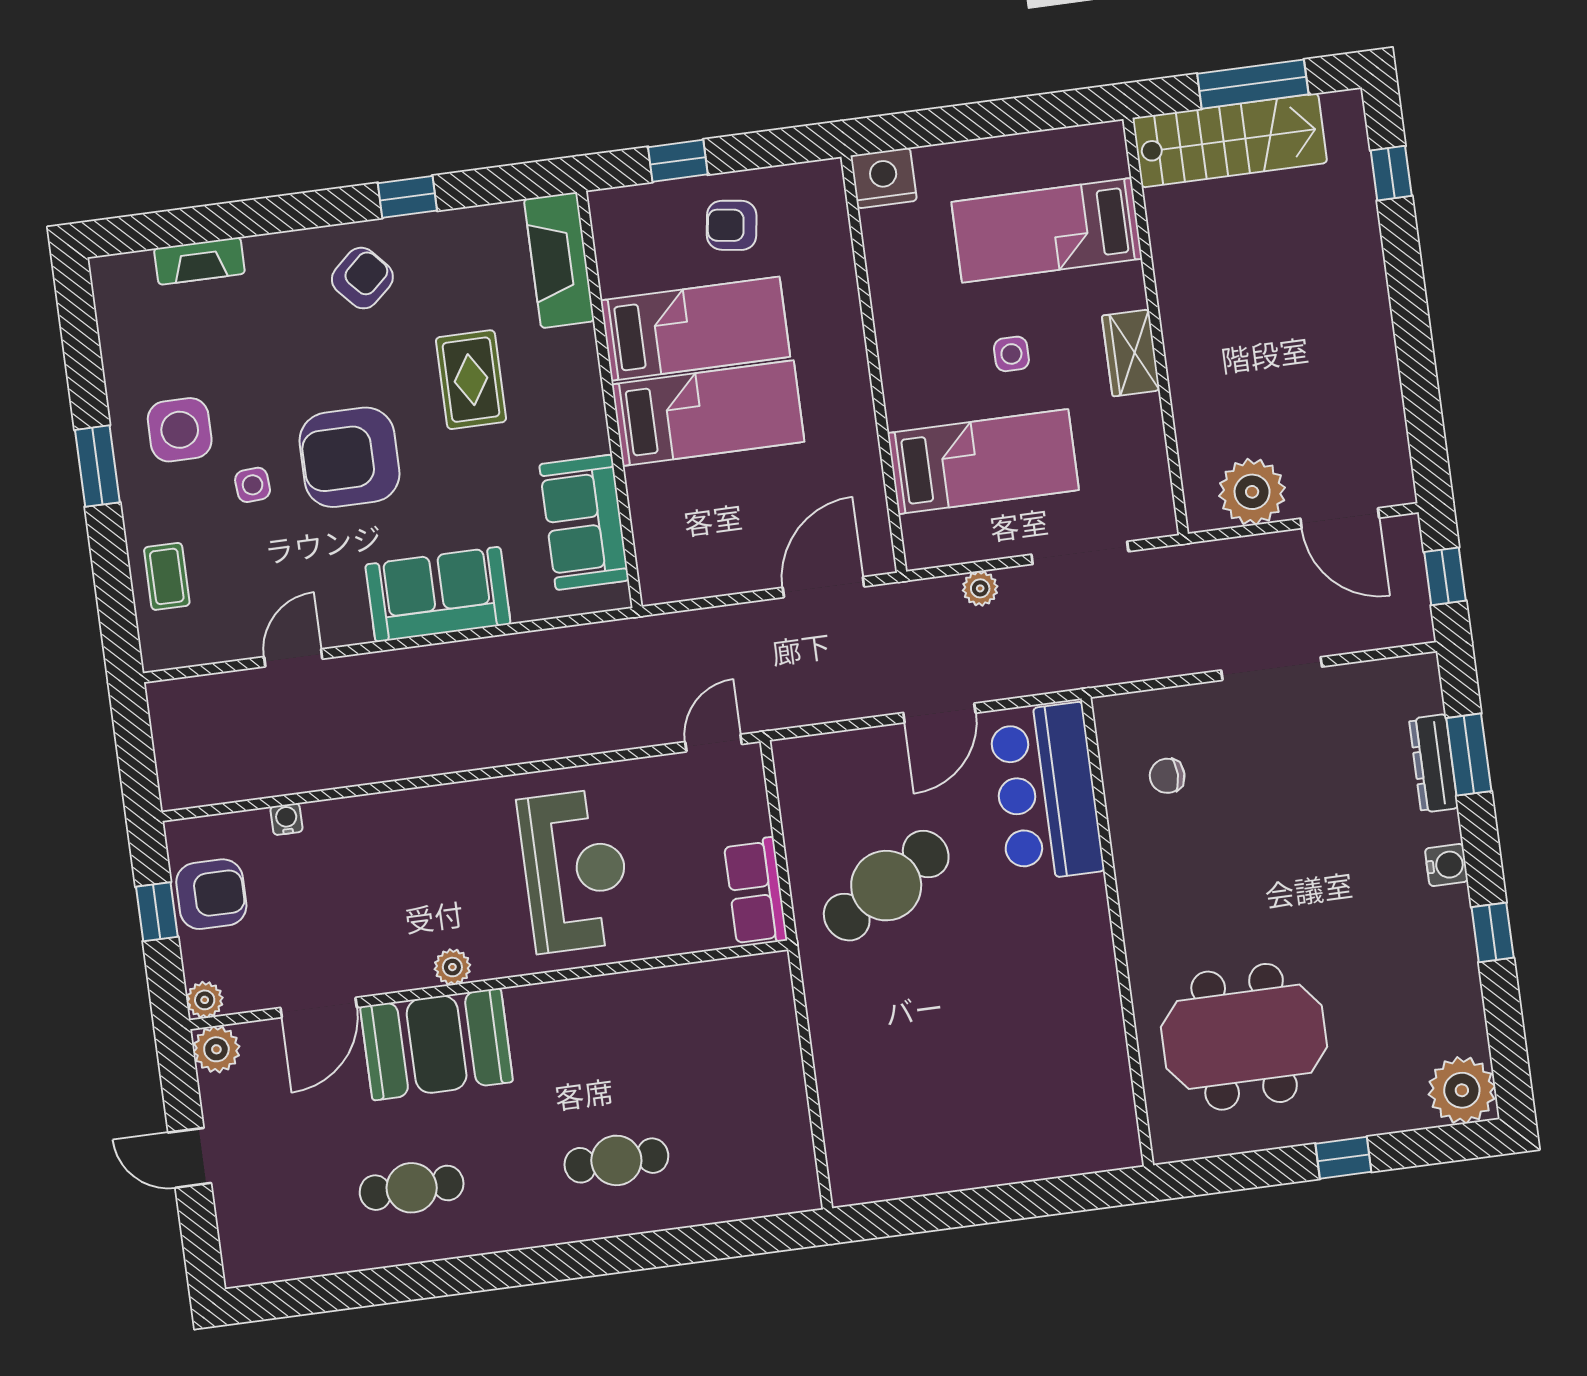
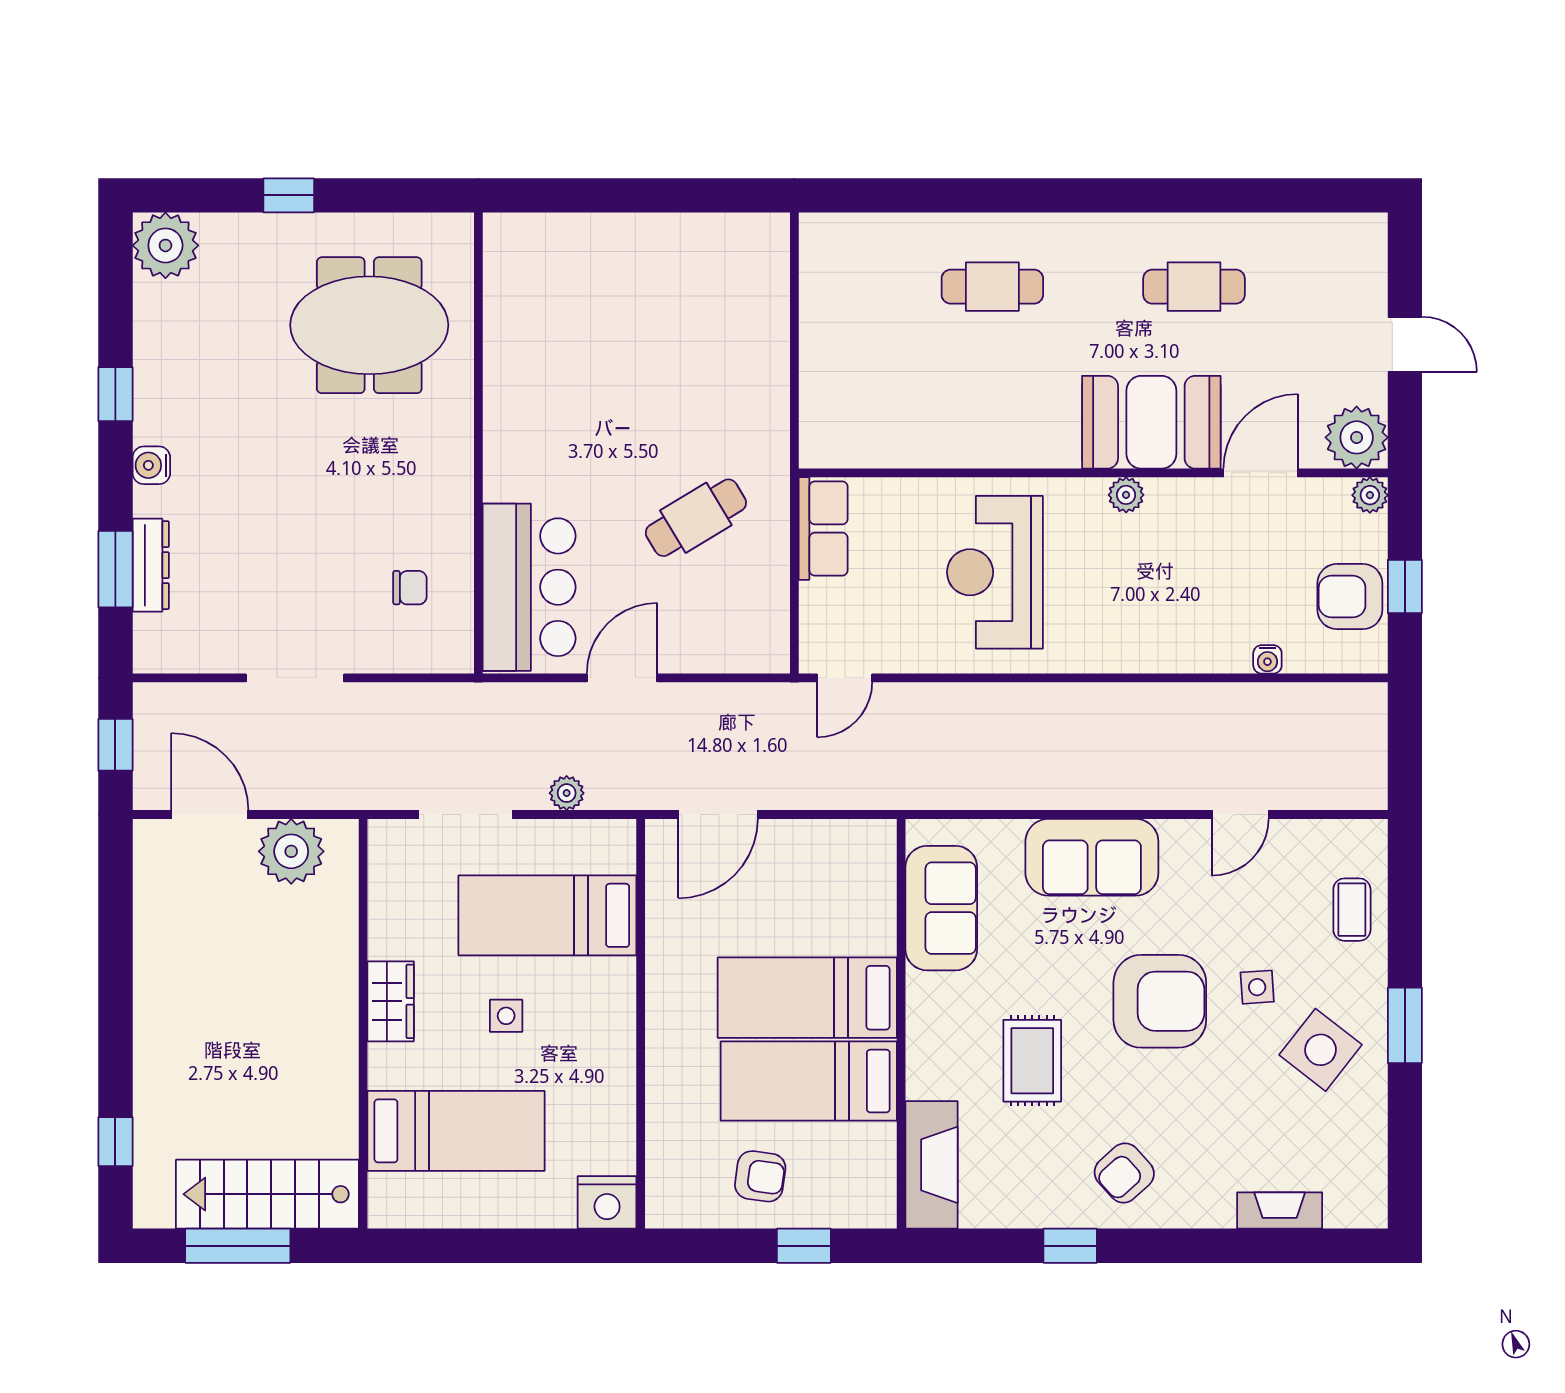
side table: (180, 430) -> (1321, 1050), turned 38
cafe table: (886, 886) -> (696, 518), width x0.73, depth x0.74
plant: (216, 1049) -> (1357, 437), width x1.36, depth x1.36

